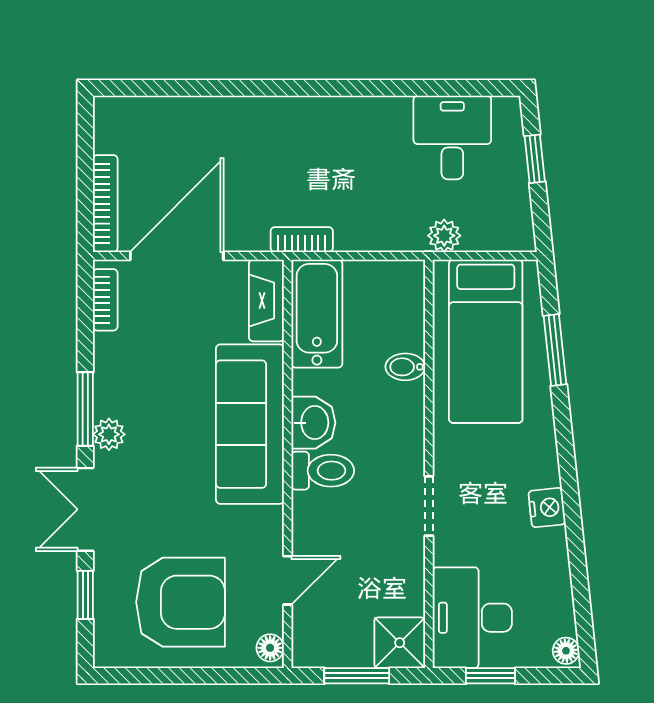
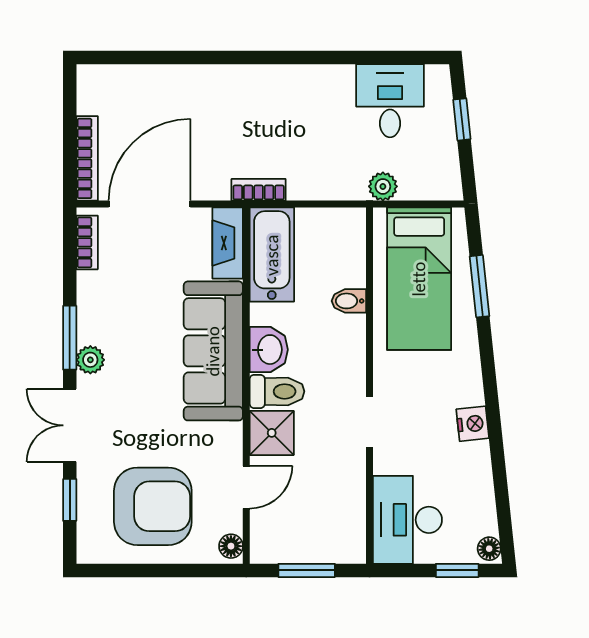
shower: (400, 643) -> (272, 433), moved
window: (490, 676) -> (457, 570), moved

